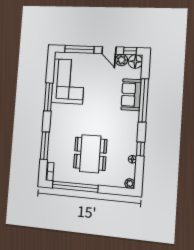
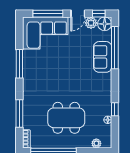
door: (109, 50) -> (78, 14), hinge flipped
corner sofa: (68, 81) -> (45, 33), moved, turned 90
window: (144, 100) -> (115, 48), moved
dining table: (90, 154) -> (66, 118), turned 90
plant: (130, 184) -> (96, 143), moved

